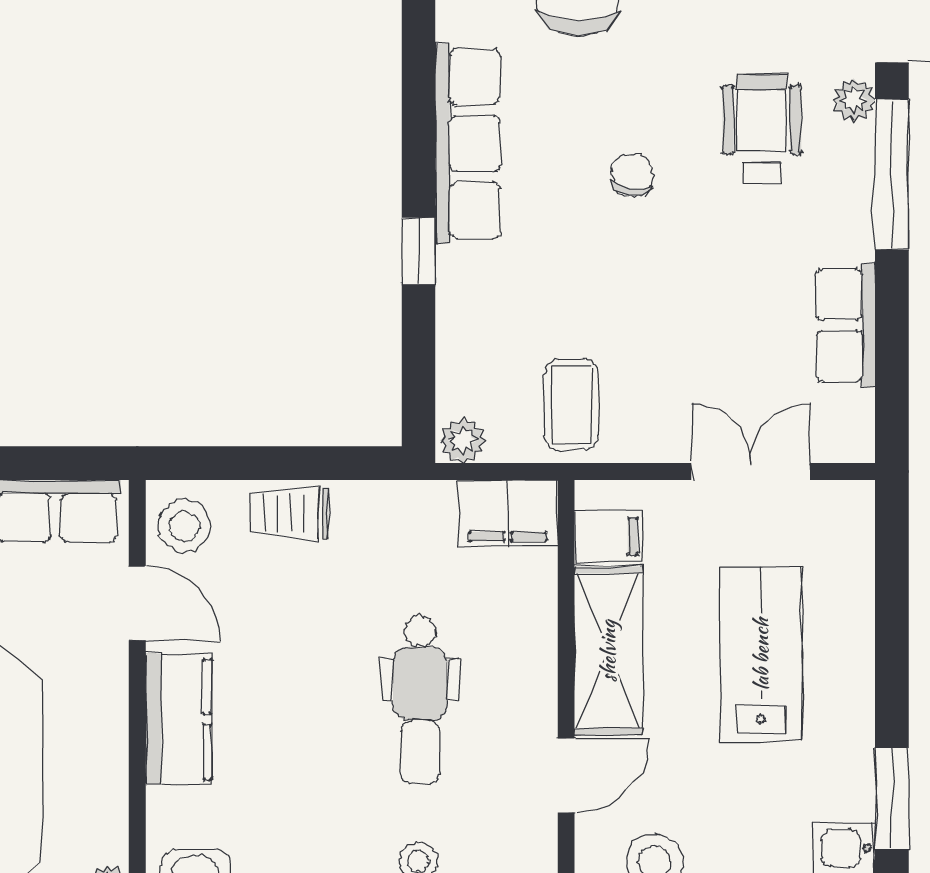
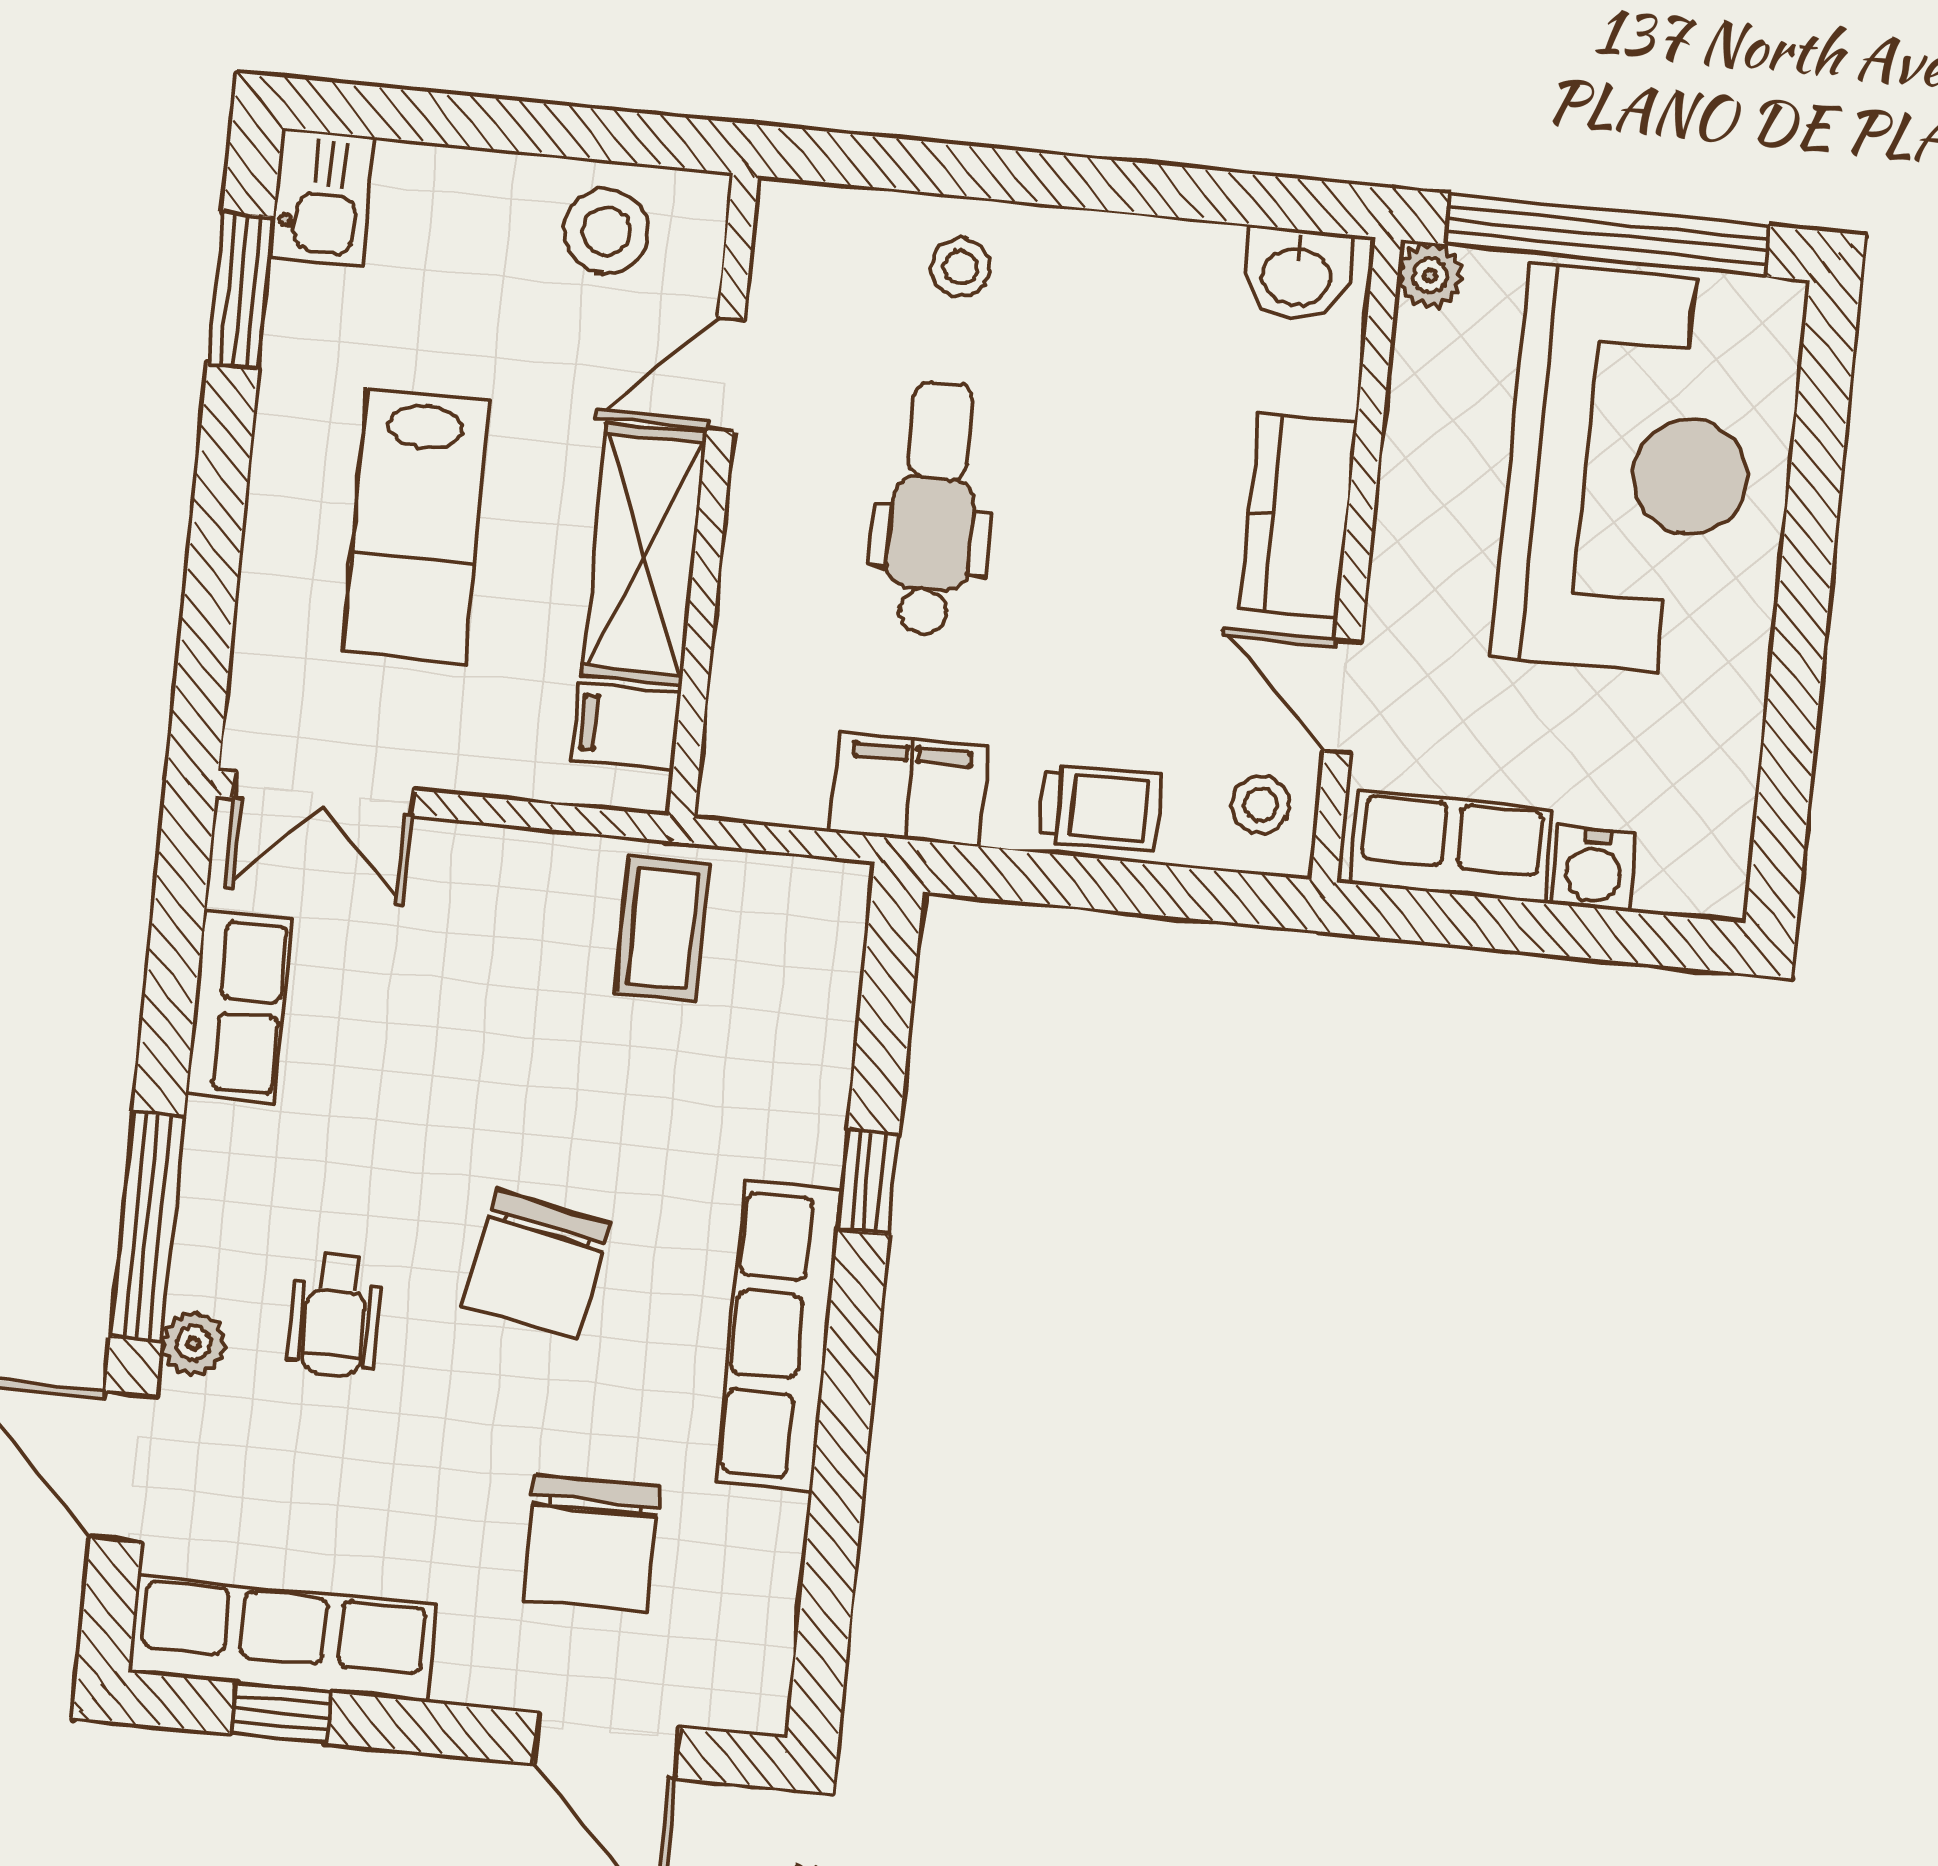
wheelchair: (762, 128) -> (335, 1314), width x0.73, depth x0.73
chair: (632, 175) -> (537, 1264), width x1.87, depth x1.87
plant: (463, 440) -> (830, 892), removed
double door: (751, 471) -> (324, 794), moved
filing cabinet: (508, 513) -> (909, 789), moved
stool: (184, 526) -> (1261, 805), width x0.73, depth x0.73

